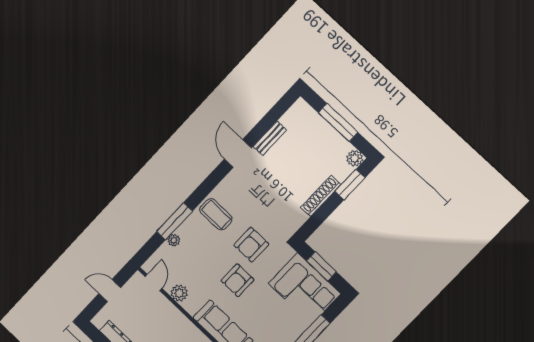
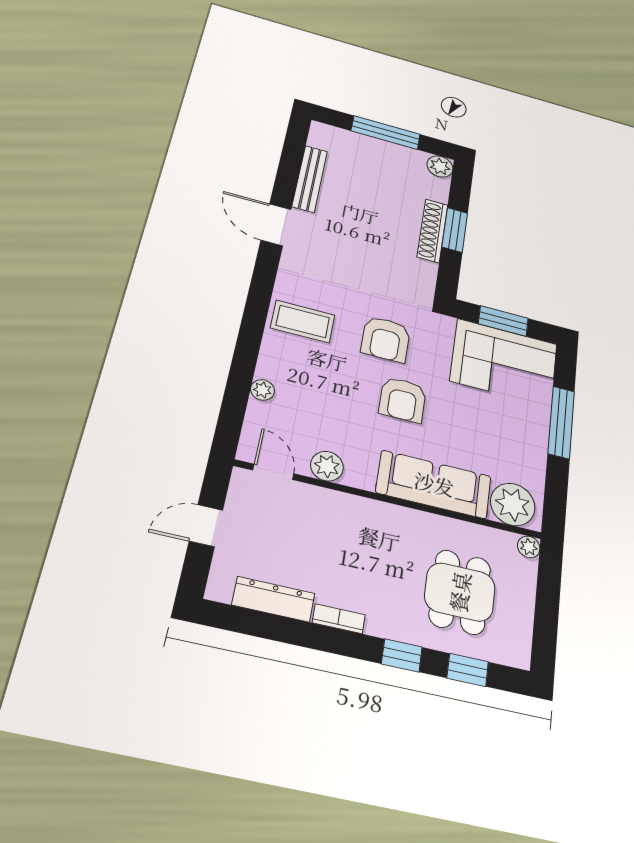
bench: (270, 138) -> (310, 179), width x1.36
window: (350, 184) -> (455, 230), moved
window: (175, 221) -> (244, 361), removed

